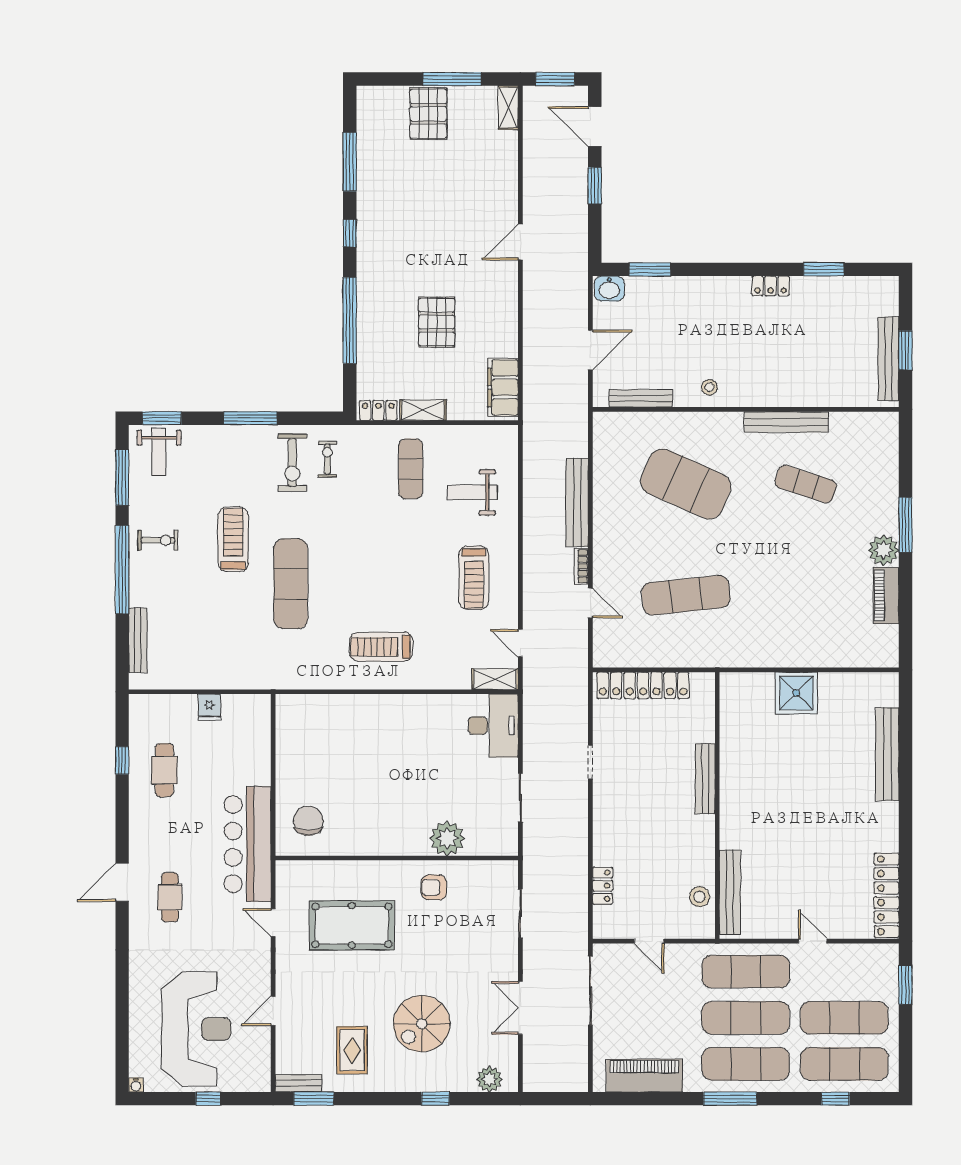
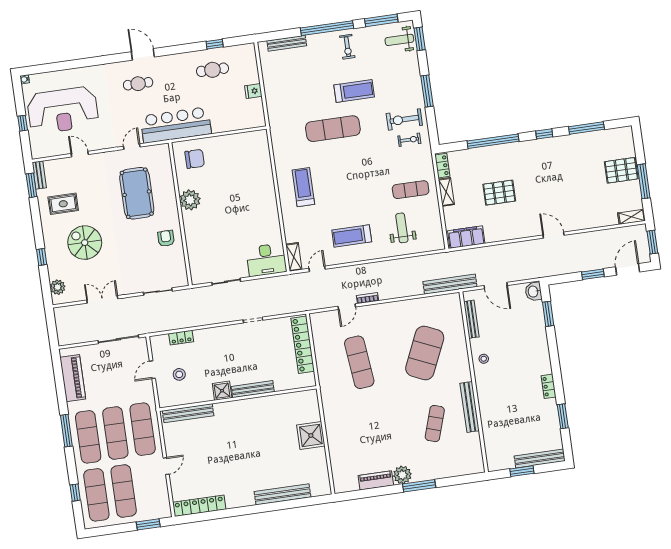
bench: (889, 359) -> (540, 458), moved
bench: (577, 502) -> (450, 284), moved
shower: (701, 830) -> (222, 391), added
plant: (447, 838) -> (190, 200), moved
stool: (699, 897) -> (179, 374), moved

